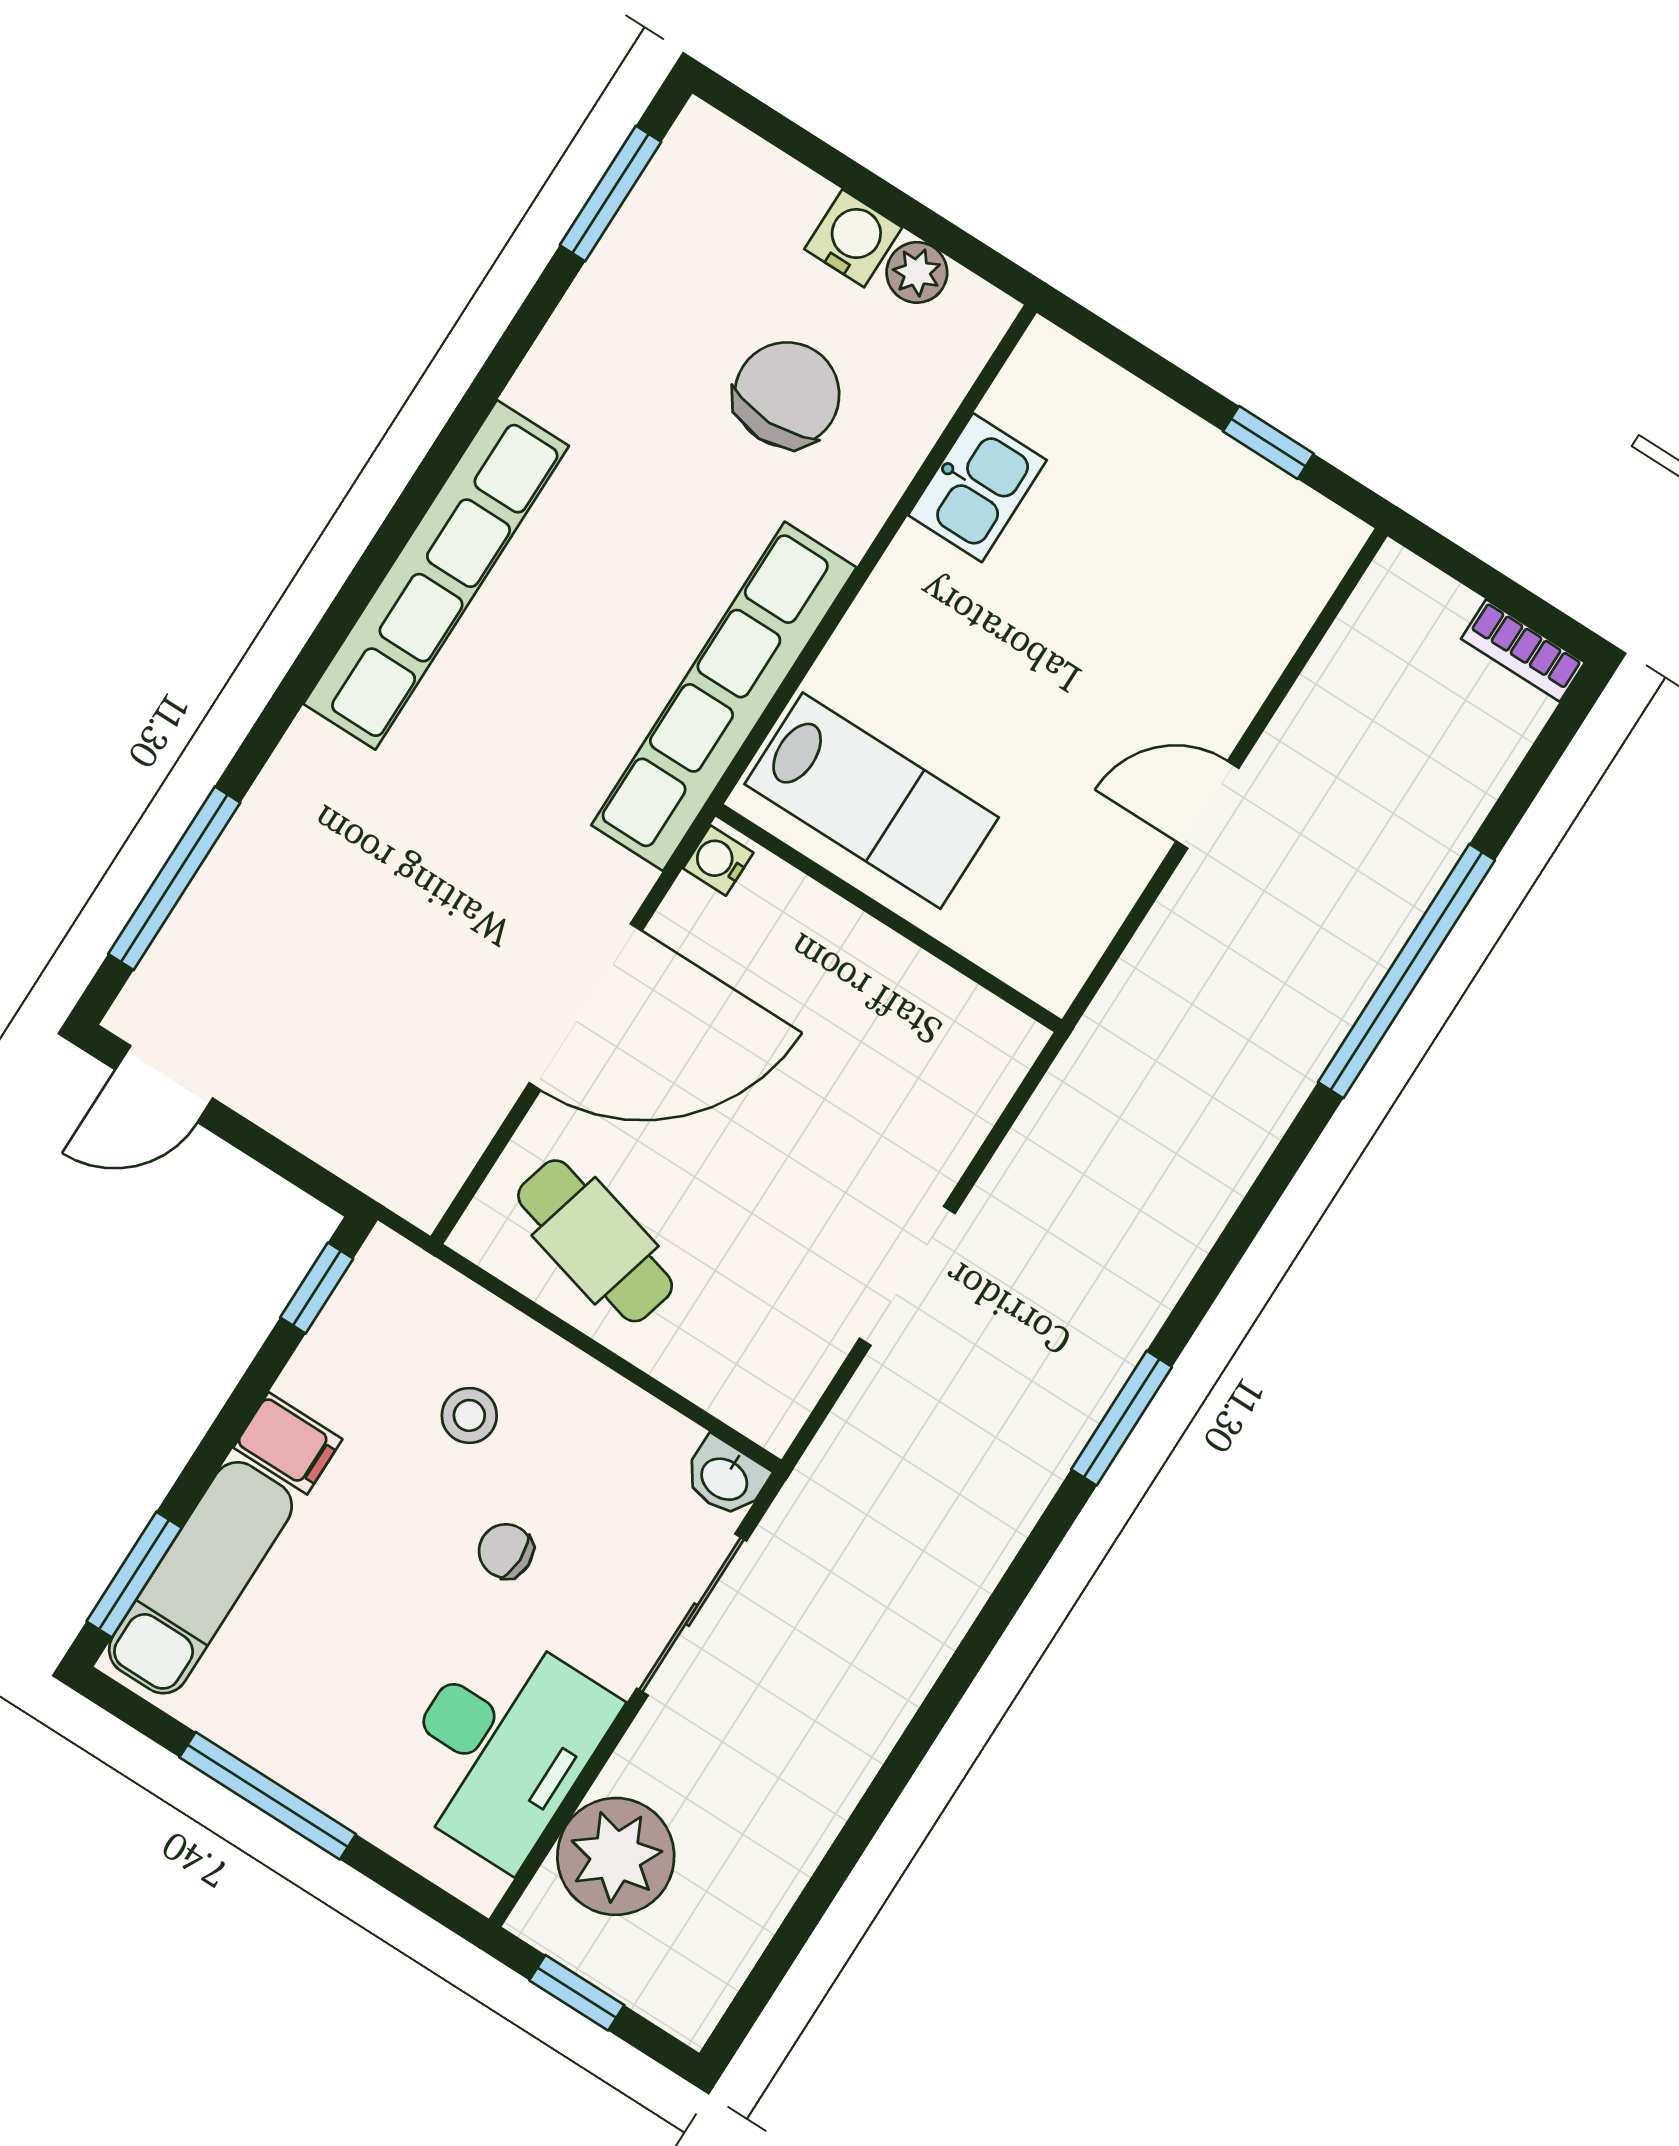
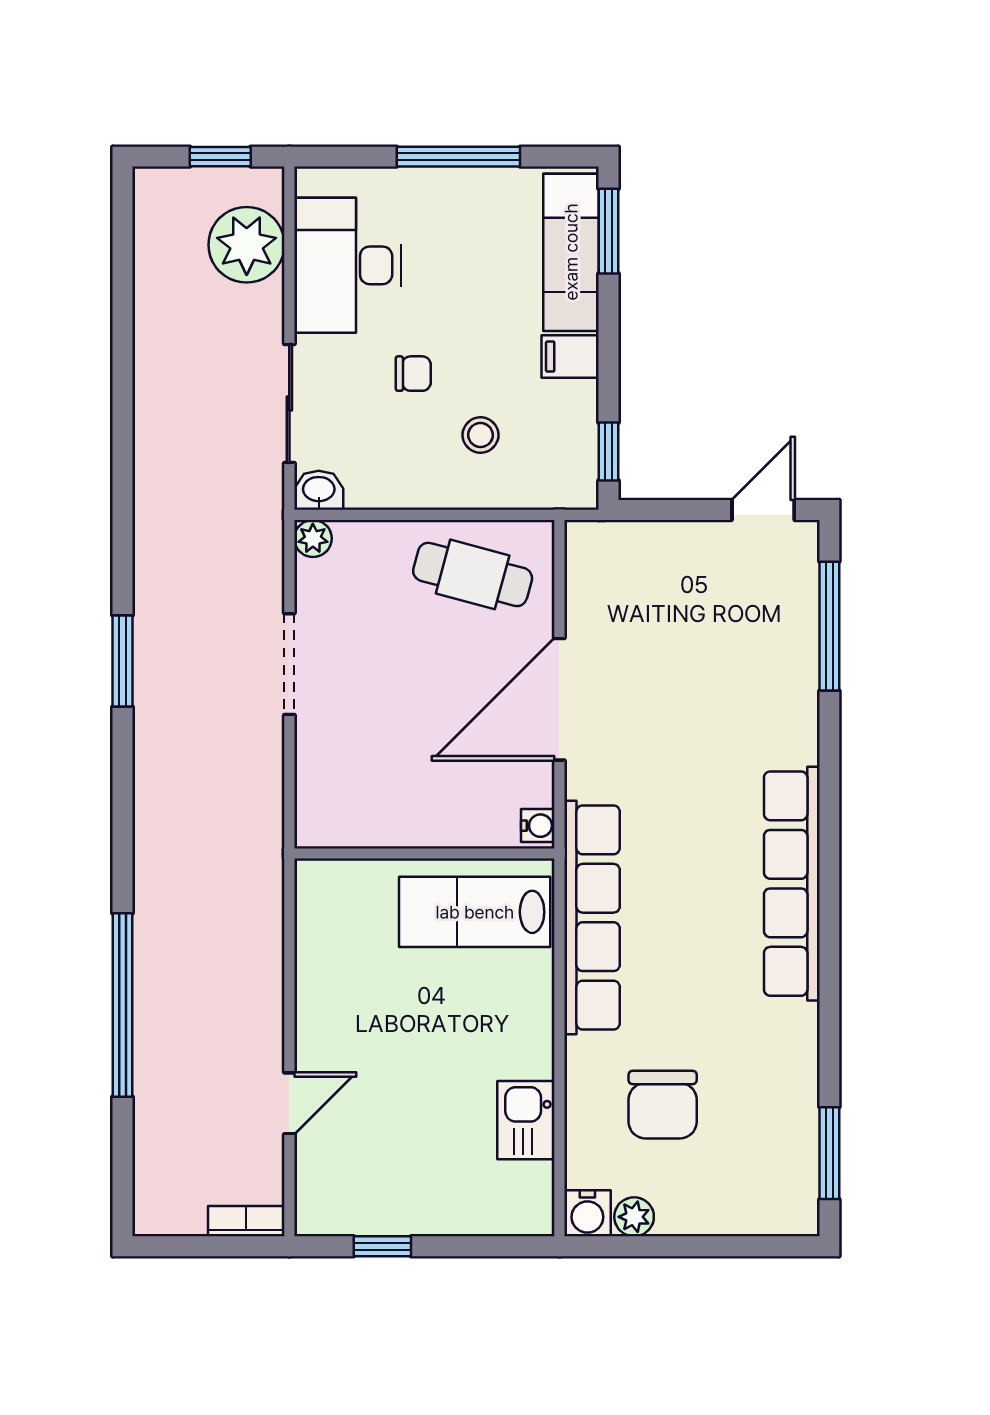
water cooler: (853, 238) -> (587, 1213), moved
bookcase: (1523, 651) -> (246, 1221), moved
door: (1208, 805) -> (289, 1103), moved
plant: (773, 1420) -> (313, 538), added

